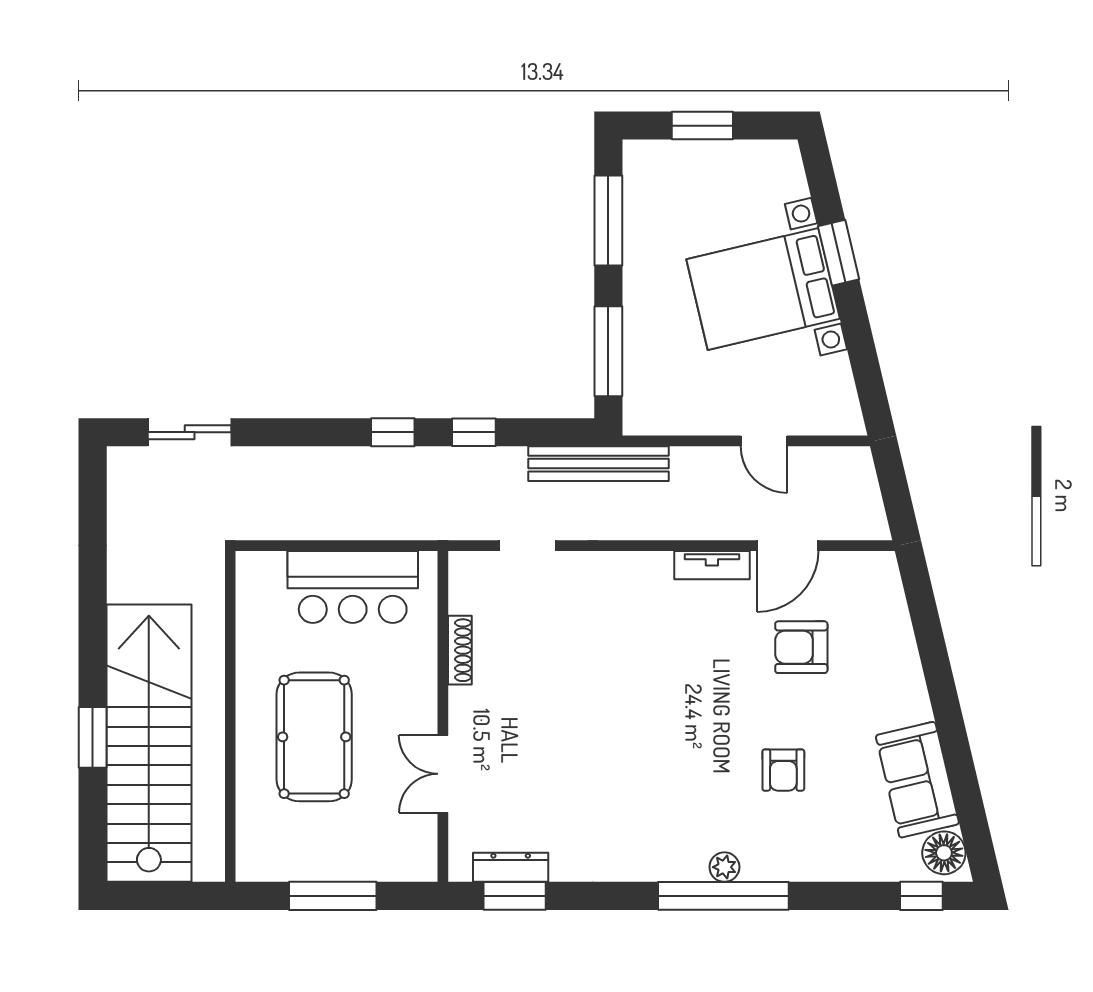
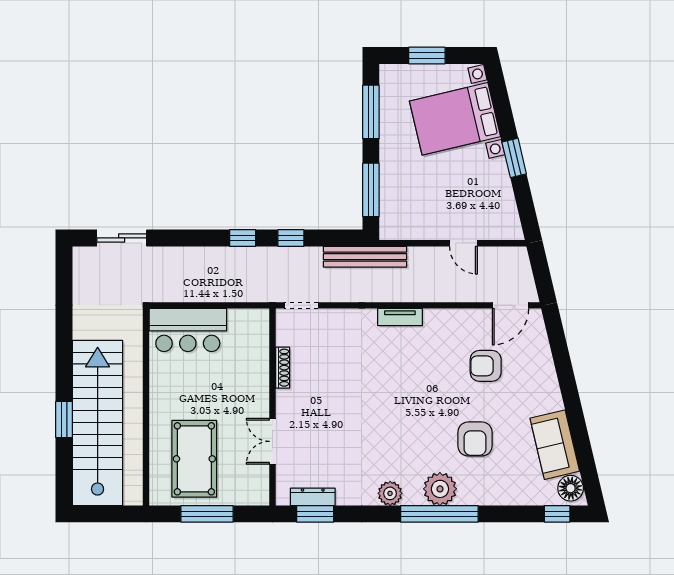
window: (839, 253) -> (514, 158), moved
bed with nightstands: (763, 289) -> (455, 119), moved
doorway: (527, 546) -> (301, 305), moved
door: (788, 546) -> (510, 305), moved
tv unit: (712, 565) -> (400, 317), moved
bar counter: (353, 587) -> (188, 330), moved
pool table: (314, 737) -> (194, 459), moved
armchair: (783, 770) -> (475, 439), width x1.38, depth x1.38
plant: (641, 862) -> (390, 493), added
plant: (724, 867) -> (440, 489), width x1.87, depth x1.87

